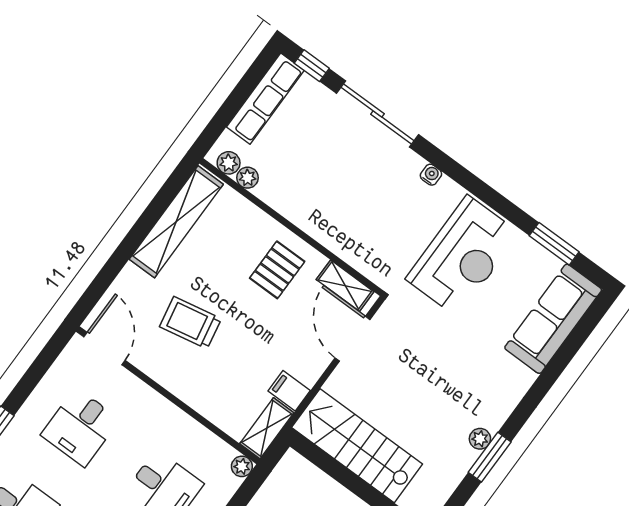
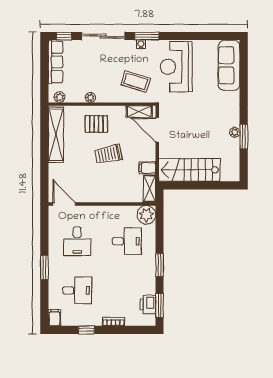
plant: (248, 178) -> (91, 97), moved
coffee table: (376, 231) -> (136, 81), added
window: (554, 244) -> (147, 36), moved
reception desk: (463, 256) -> (176, 67), turned 180
pallet: (277, 270) -> (96, 124), moved, turned 90
trolley: (190, 323) -> (108, 154), moved
plant: (242, 466) -> (146, 215), width x1.88, depth x1.88

